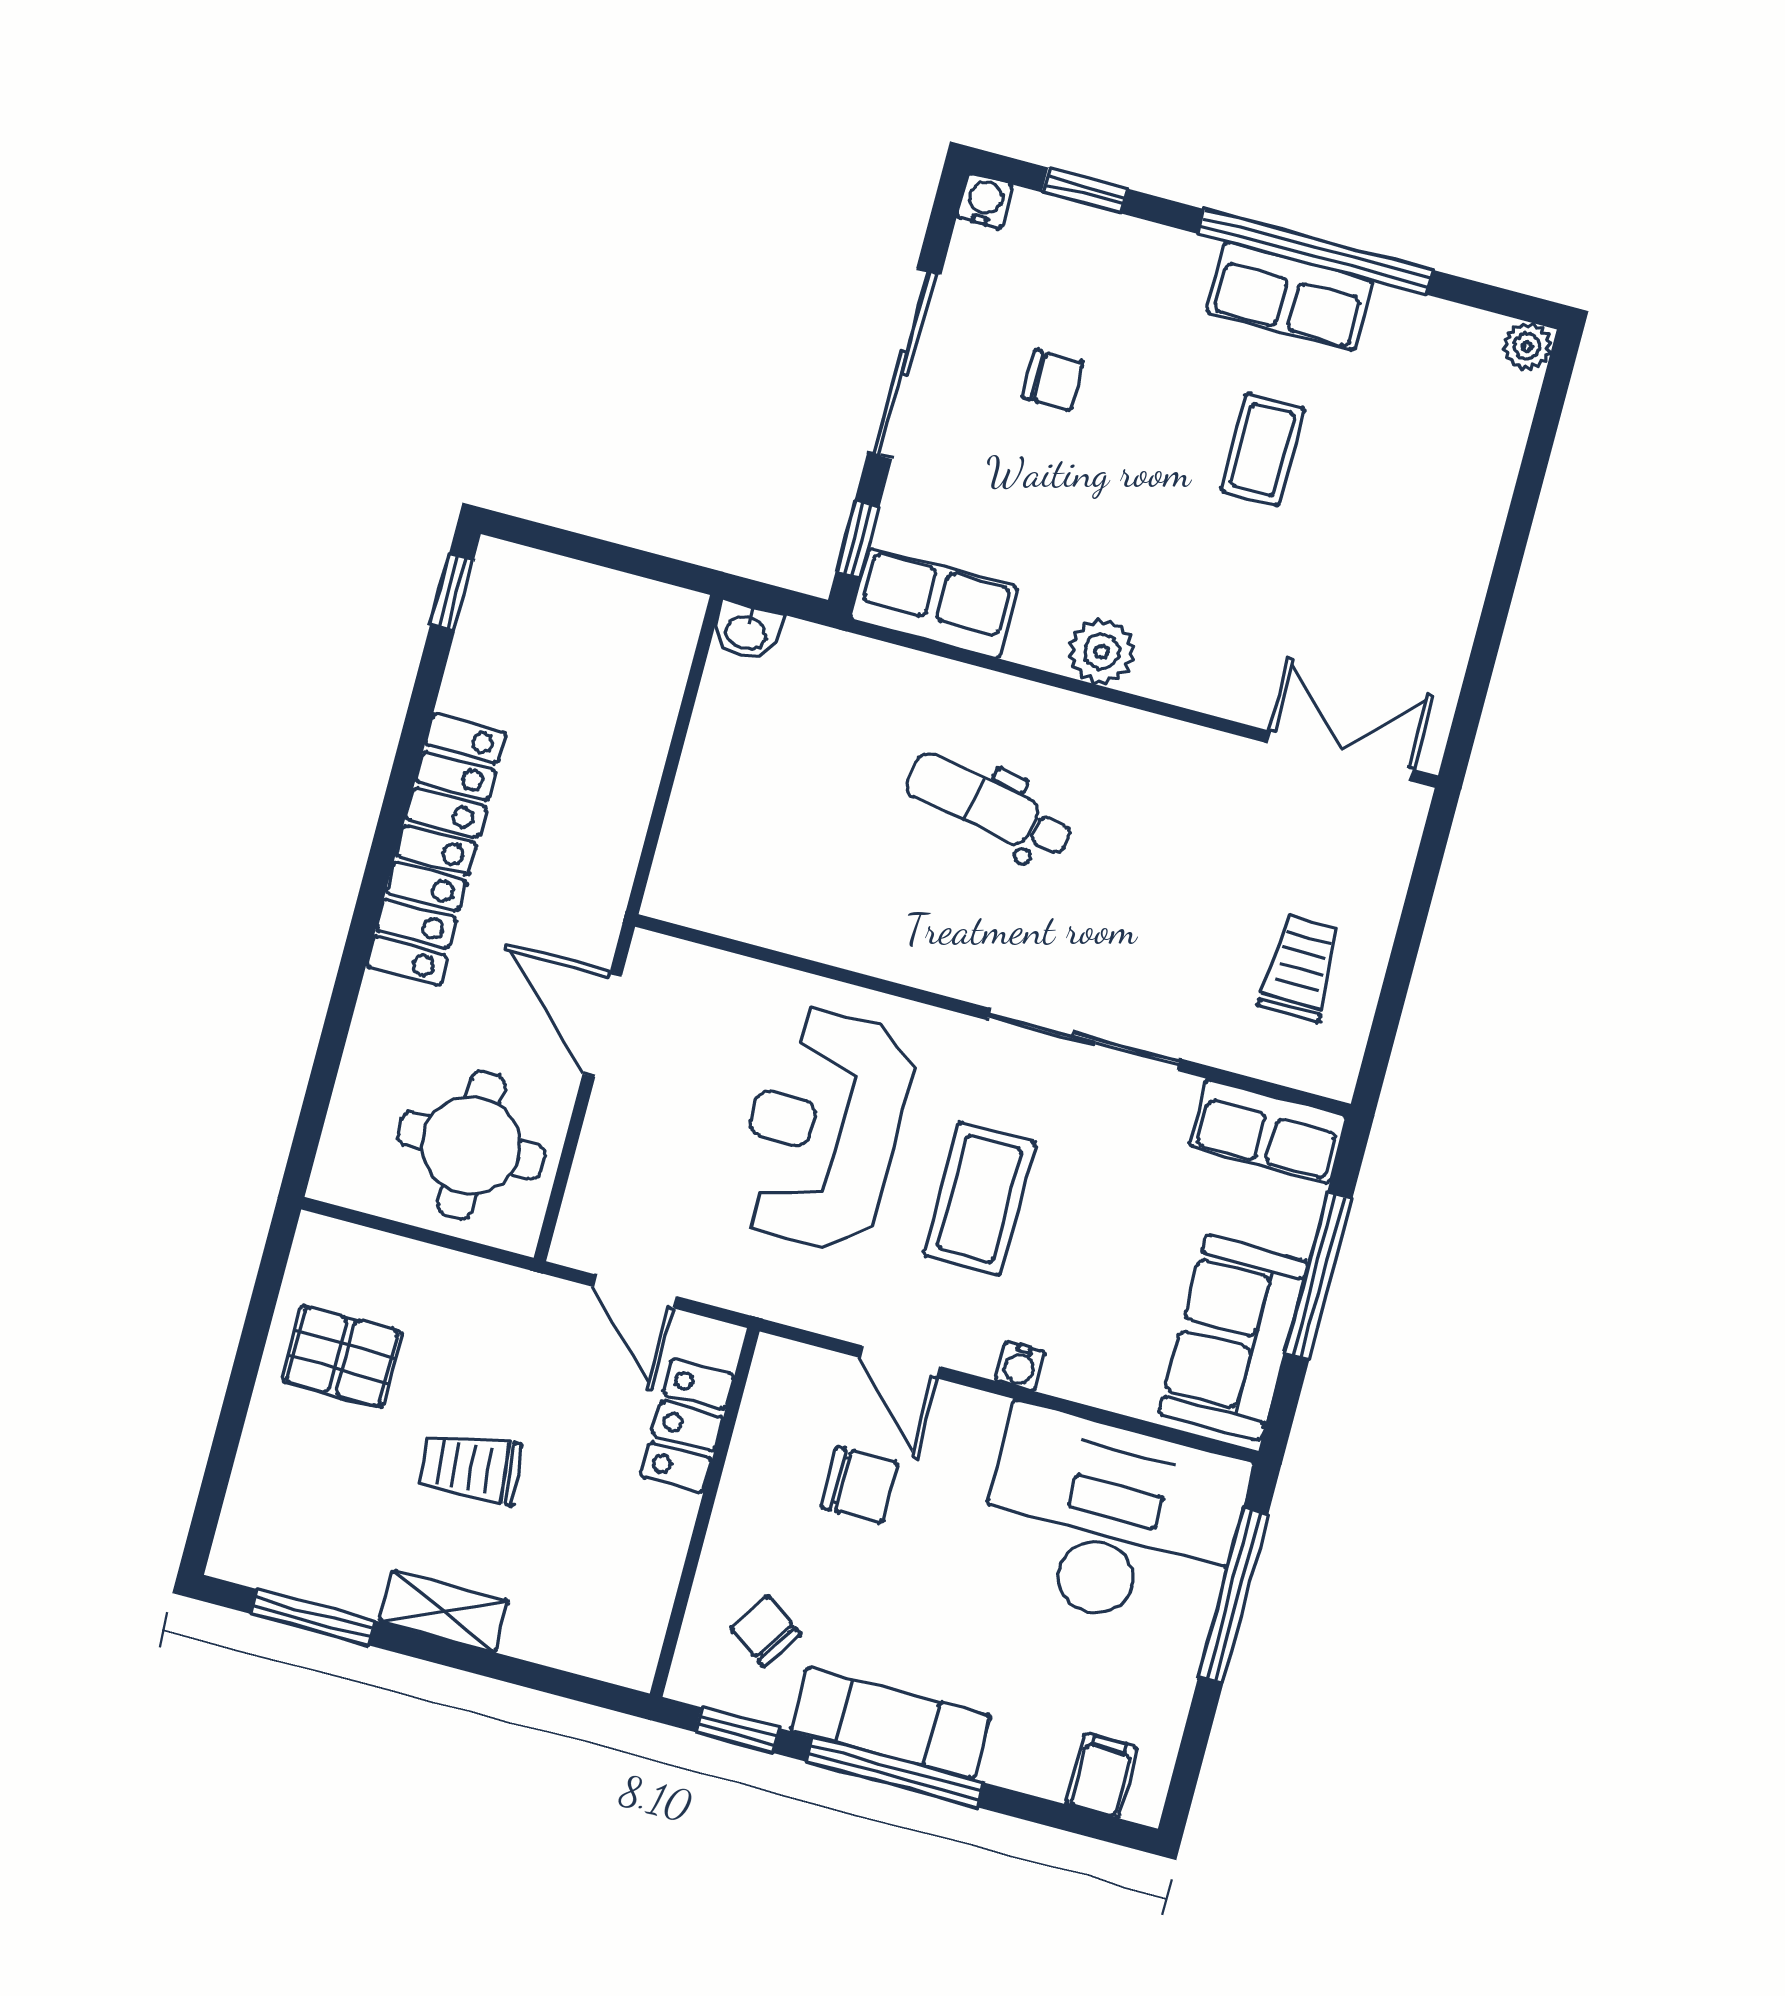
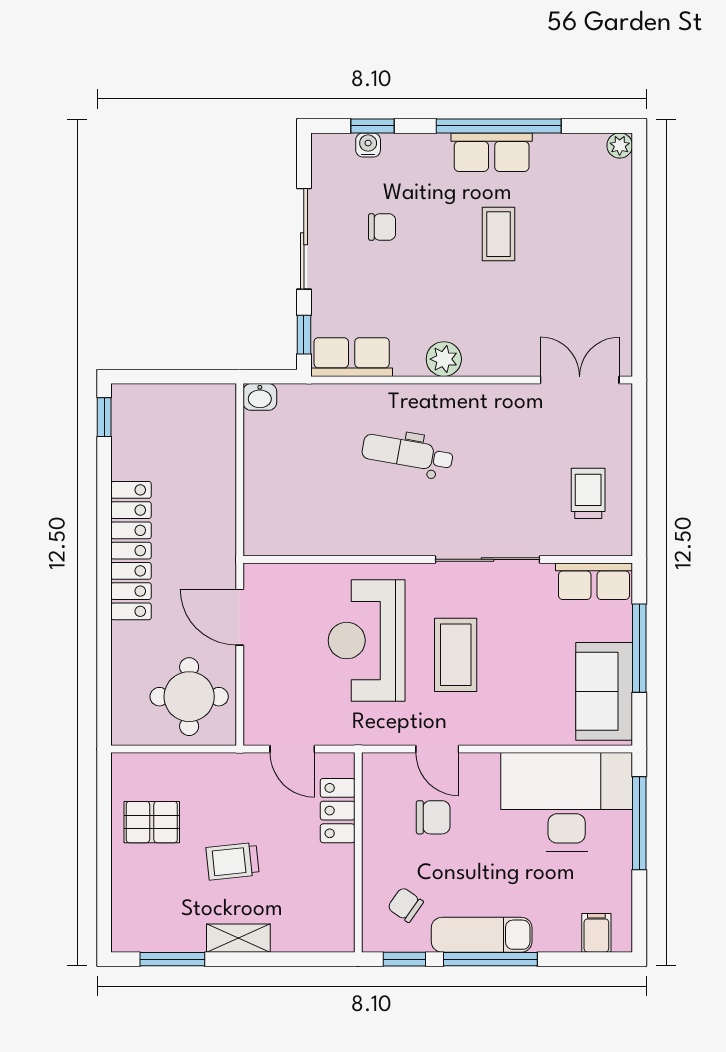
water cooler: (985, 201) -> (368, 145), moved
water cooler: (1020, 1366) -> (499, 735), removed

